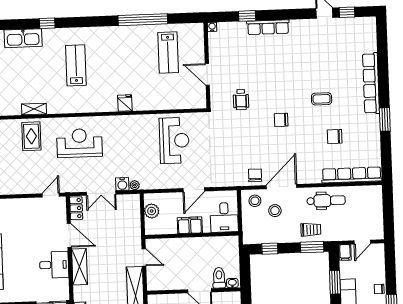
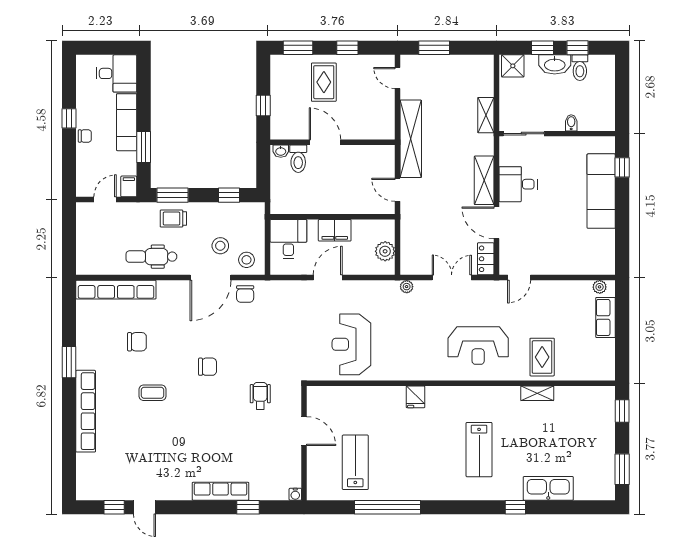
water cooler: (122, 184) -> (423, 289), removed

